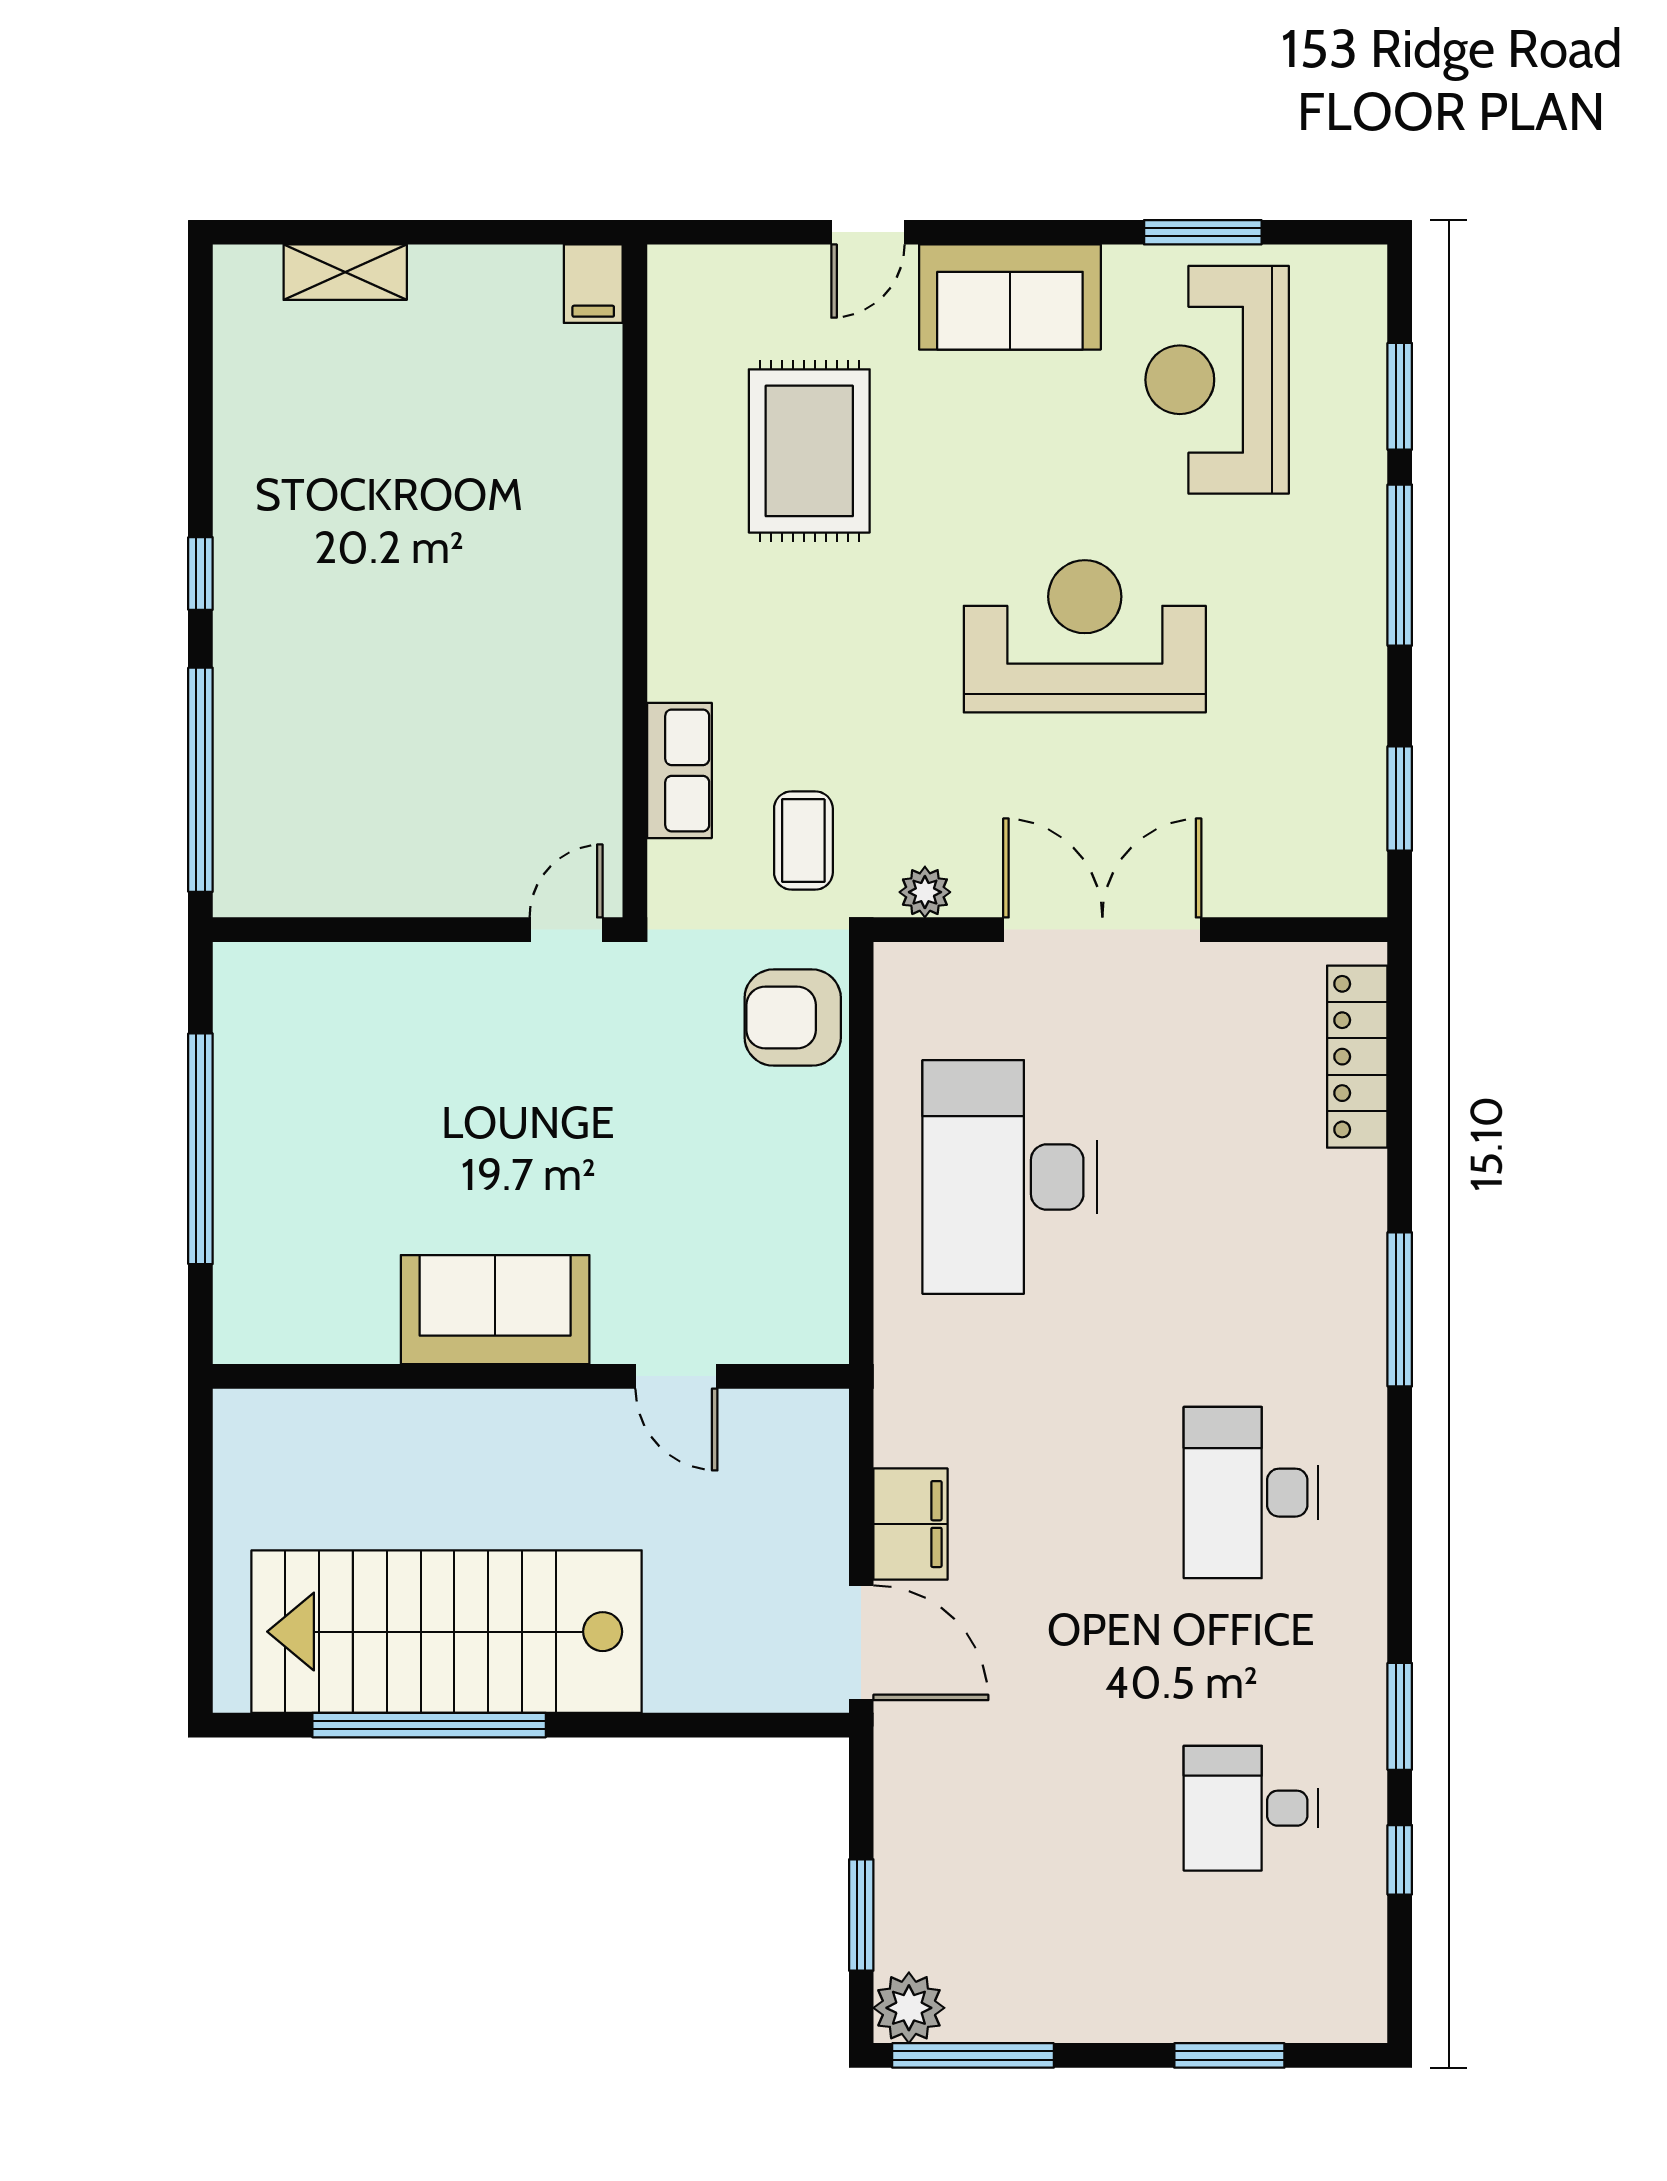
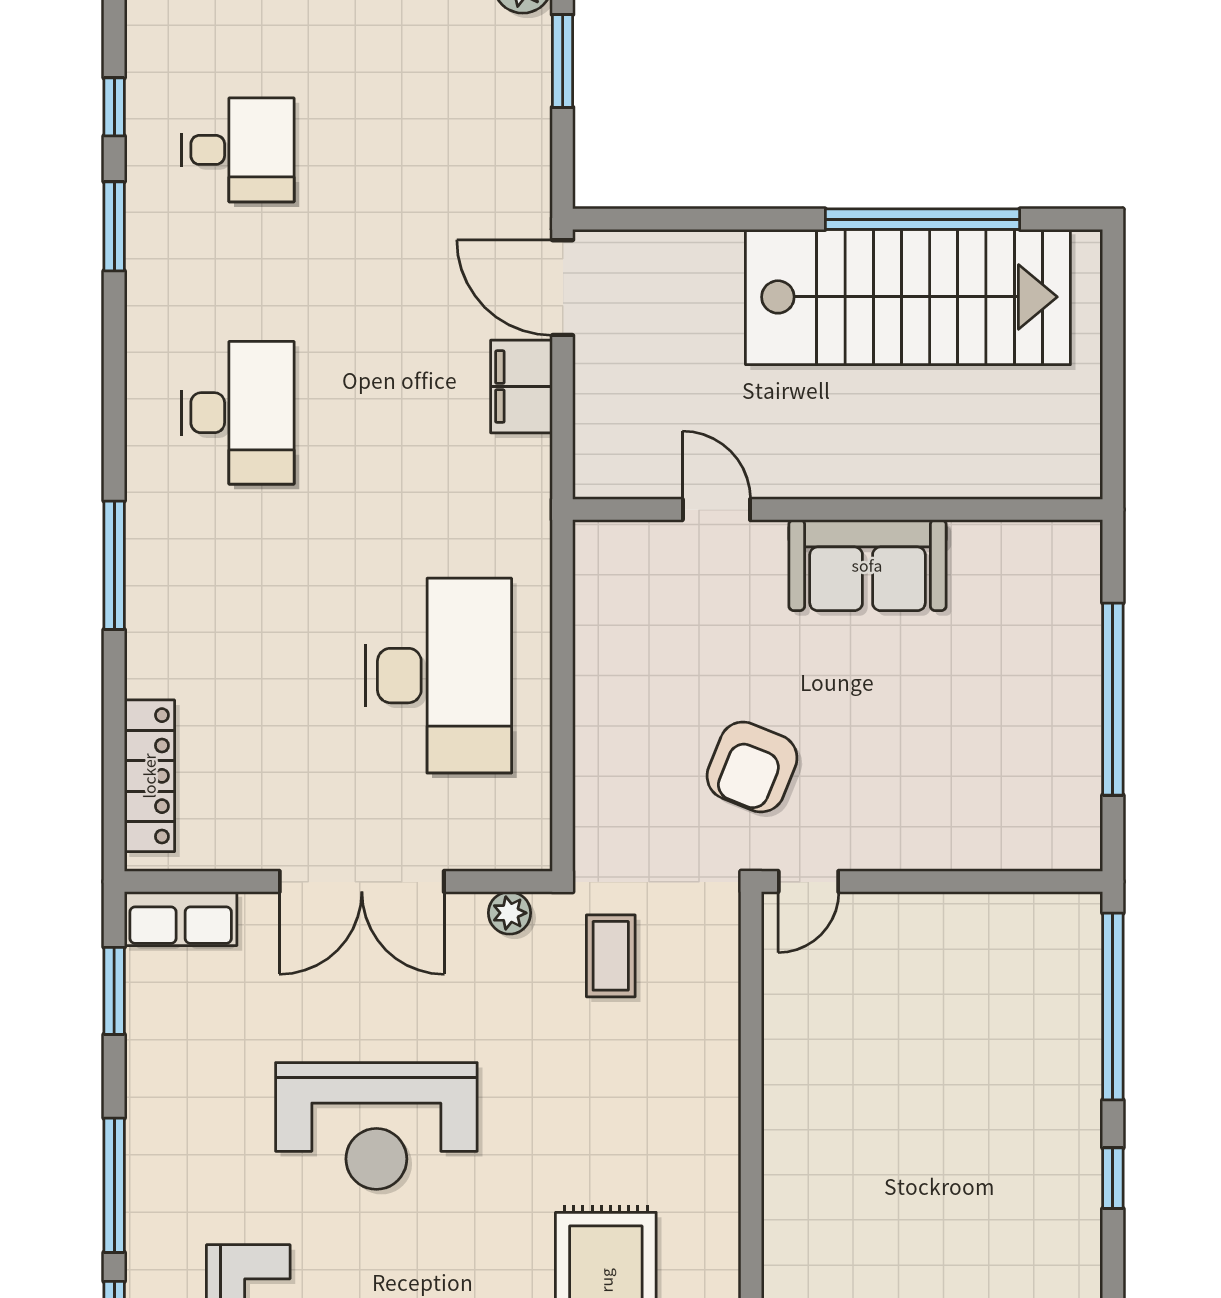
row of seats: (679, 770) -> (181, 919), moved, turned -90
armchair: (793, 1018) -> (752, 767), moved, turned 112

